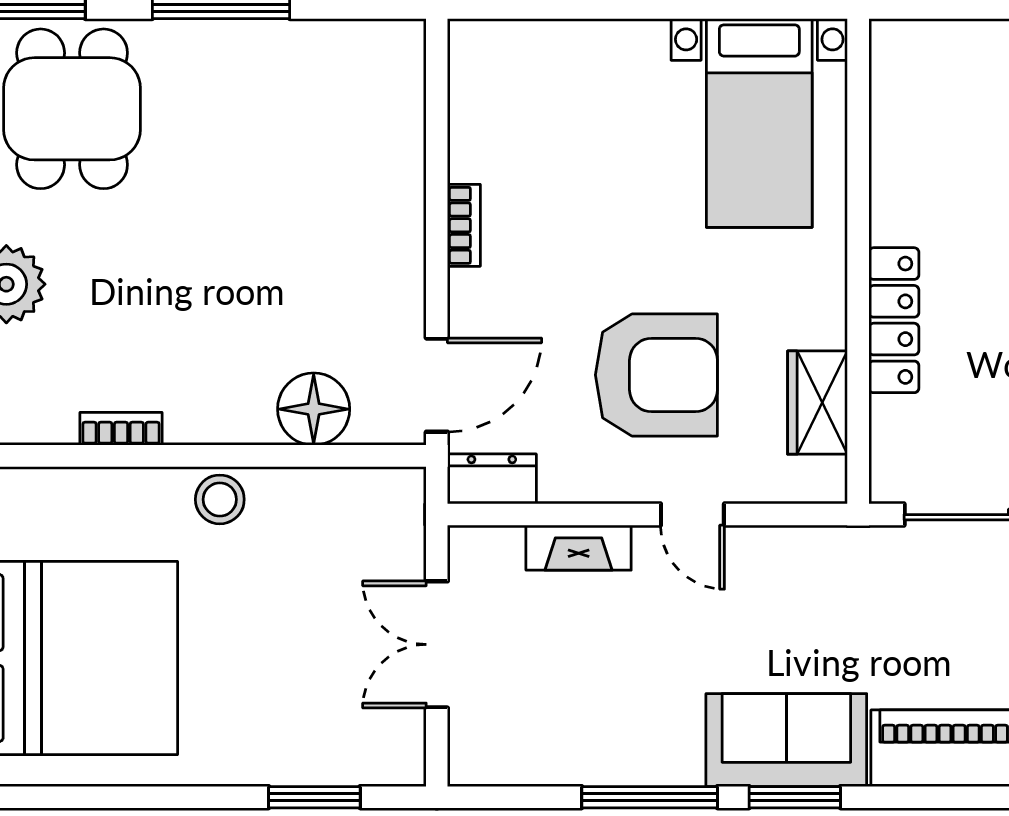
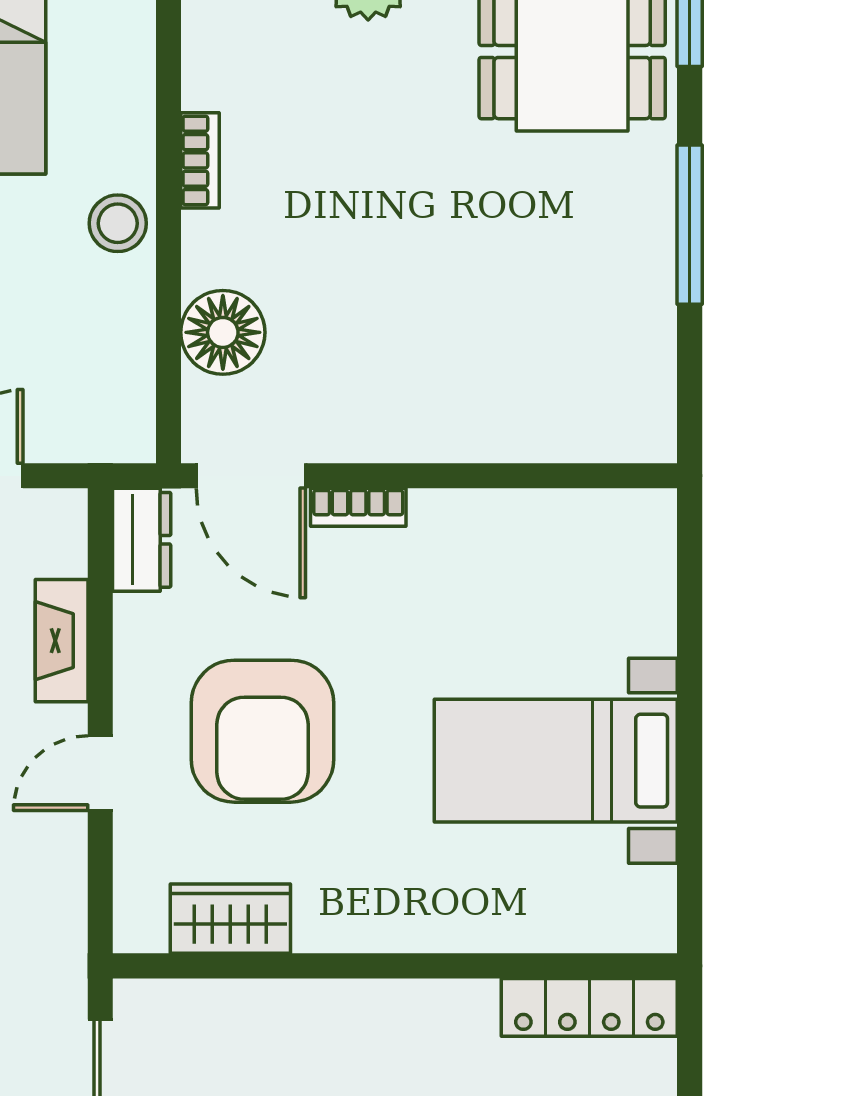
bed with nightstands: (759, 123) -> (556, 761), moved
bookcase: (464, 225) -> (358, 507), moved
locker: (894, 320) -> (589, 1007), moved
bookcase: (121, 429) -> (200, 160), moved

